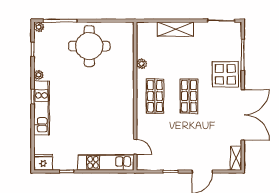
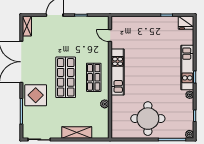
shop shelf: (189, 96) -> (66, 77), width x1.43, depth x1.36
kitchen unit: (106, 162) -> (118, 72), moved, turned -90

